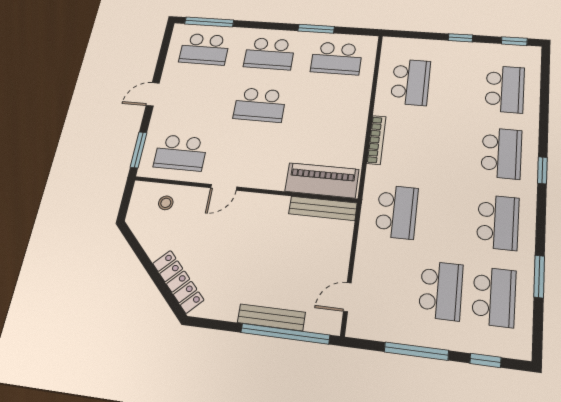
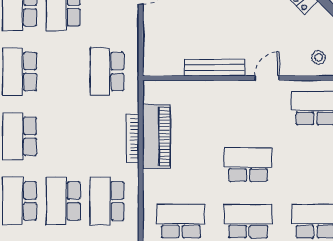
school desk: (457, 86) -> (63, 201), added
piano: (322, 180) -> (157, 136), moved, turned -90
bench: (323, 208) -> (214, 68), moved

